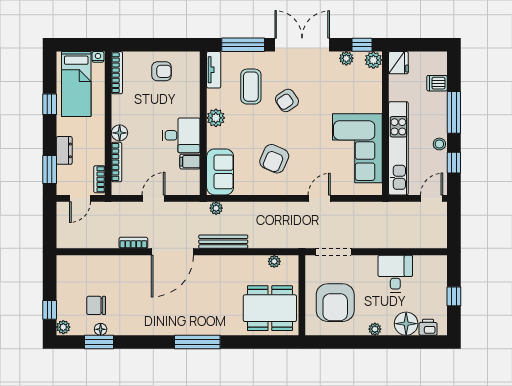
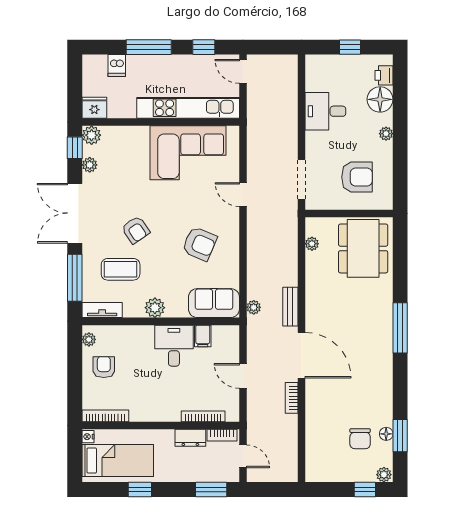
plant: (187, 58) -> (89, 339), added
floor lamp: (120, 133) -> (171, 413), removed
stool: (439, 144) -> (183, 63), removed
dresser: (64, 150) -> (190, 438), moved, turned 180
bench: (223, 242) -> (290, 307), width x0.73
armchair: (335, 303) -> (357, 177), width x0.73, depth x0.73

